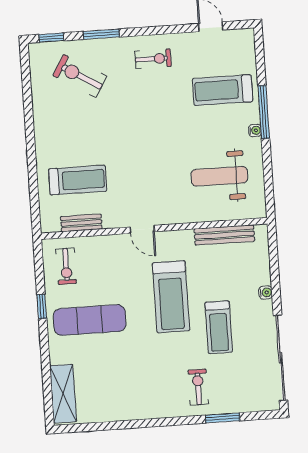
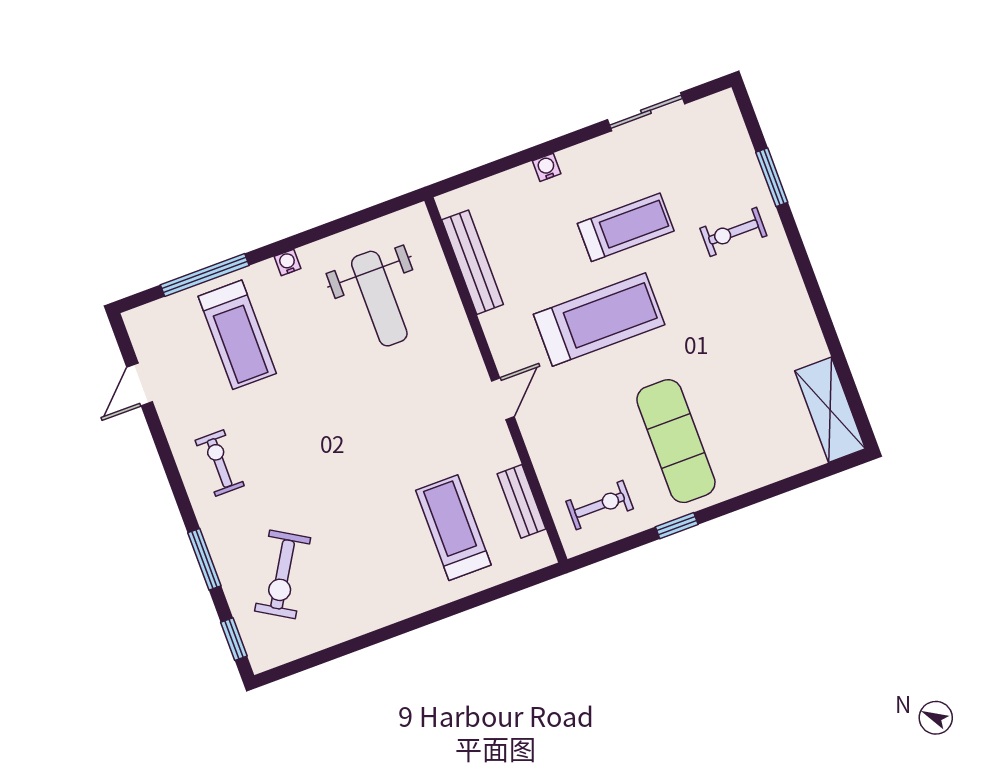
window: (264, 112) -> (205, 275), moved
sliding door: (280, 358) -> (646, 112), width x0.54
shelving: (63, 394) -> (830, 410), moved, turned 90

